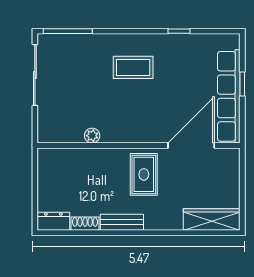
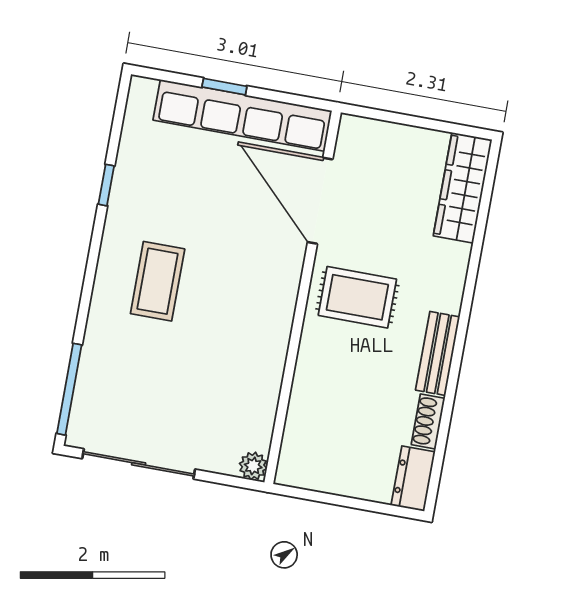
plant: (92, 136) -> (253, 466), moved

